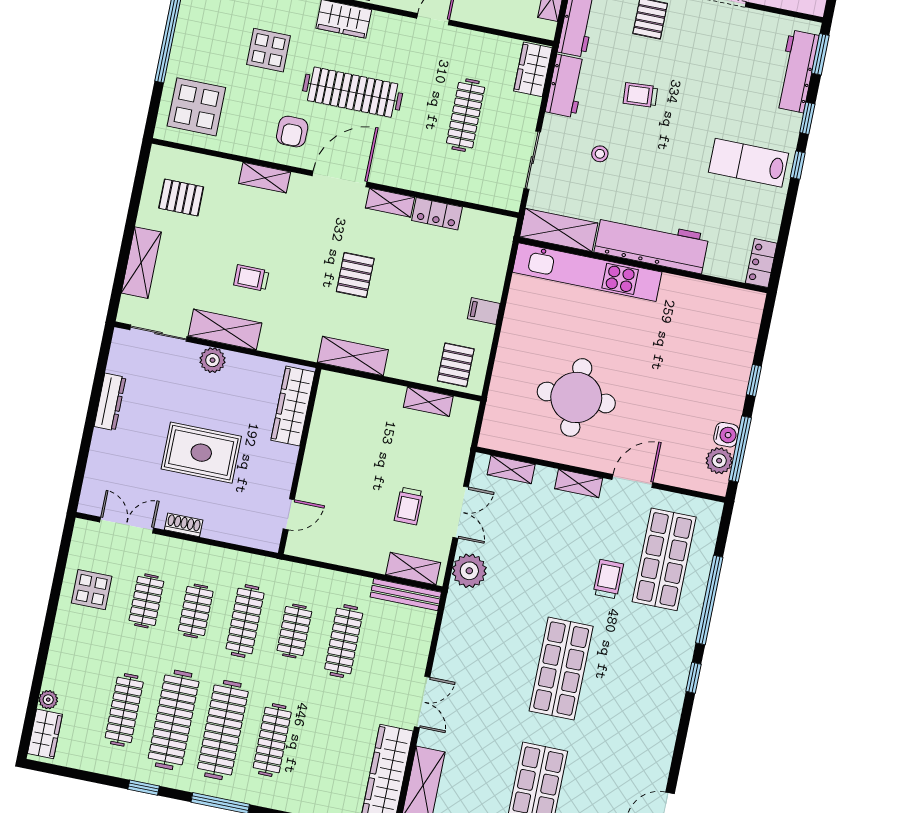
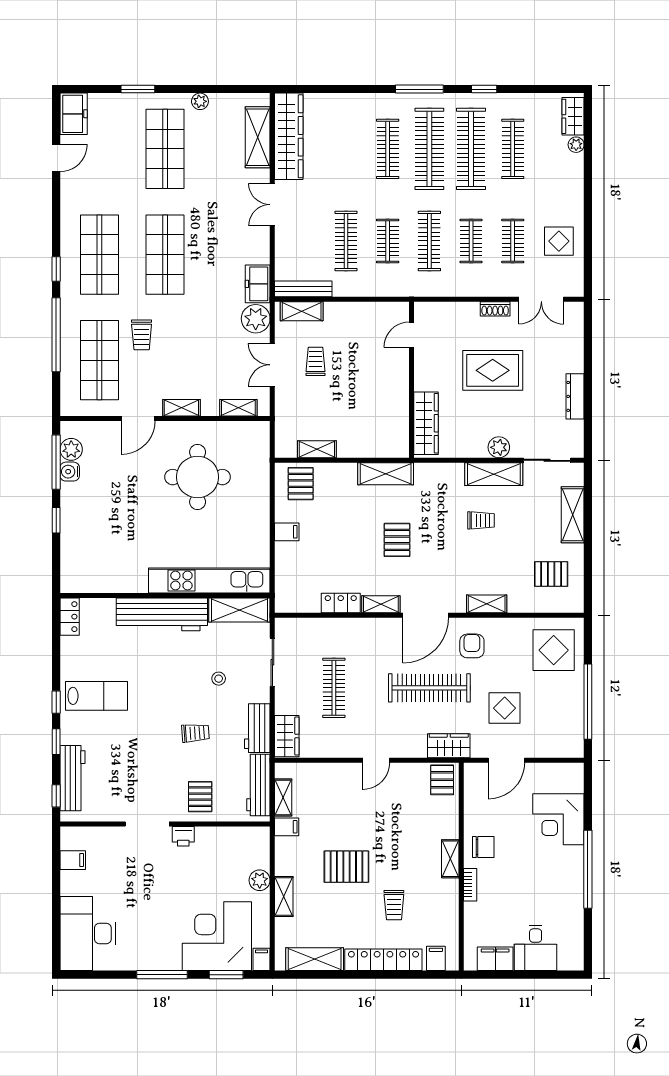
window: (820, 54) -> (56, 796), width x0.67
freezer: (459, 612) -> (258, 284), added
shop shelf: (639, 684) -> (99, 255), added

